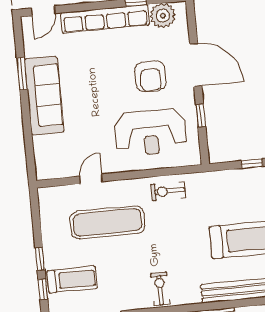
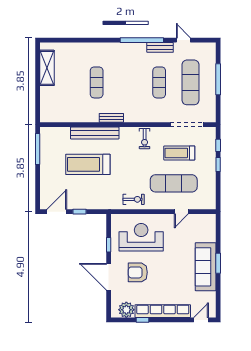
window: (22, 74) -> (218, 263), moved
armchair: (150, 76) -> (138, 272), turned -90
treadmill: (72, 280) -> (179, 153), moved

